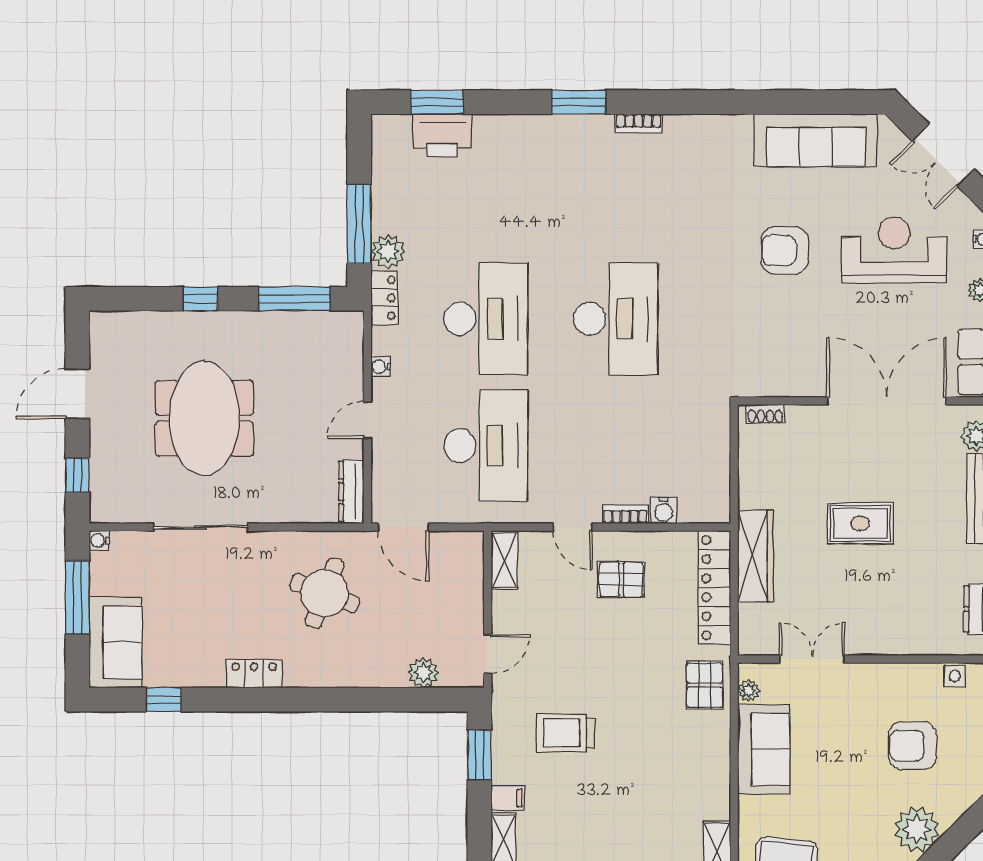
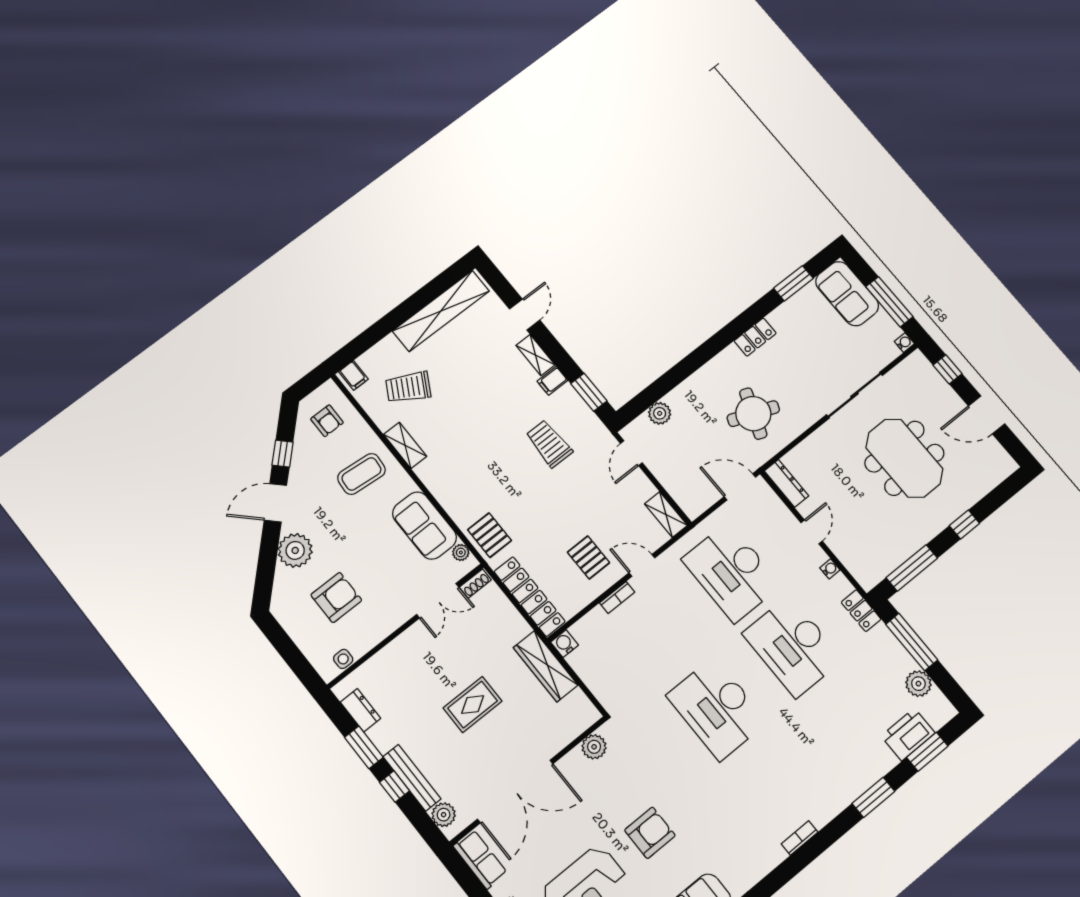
window: (579, 102) -> (873, 797), moved
plant: (388, 251) -> (918, 684), moved
plant: (772, 381) -> (594, 747), added
door: (77, 394) -> (987, 415), swing flipped
shoe rack: (765, 414) -> (475, 583), moved, turned 180
water cooler: (664, 510) -> (564, 644), moved
wardrobe: (755, 556) -> (546, 666), moved
pallet: (621, 580) -> (589, 557), turned 90
window: (164, 700) -> (793, 283), width x1.50
trolley: (566, 733) -> (549, 444), turned -90

